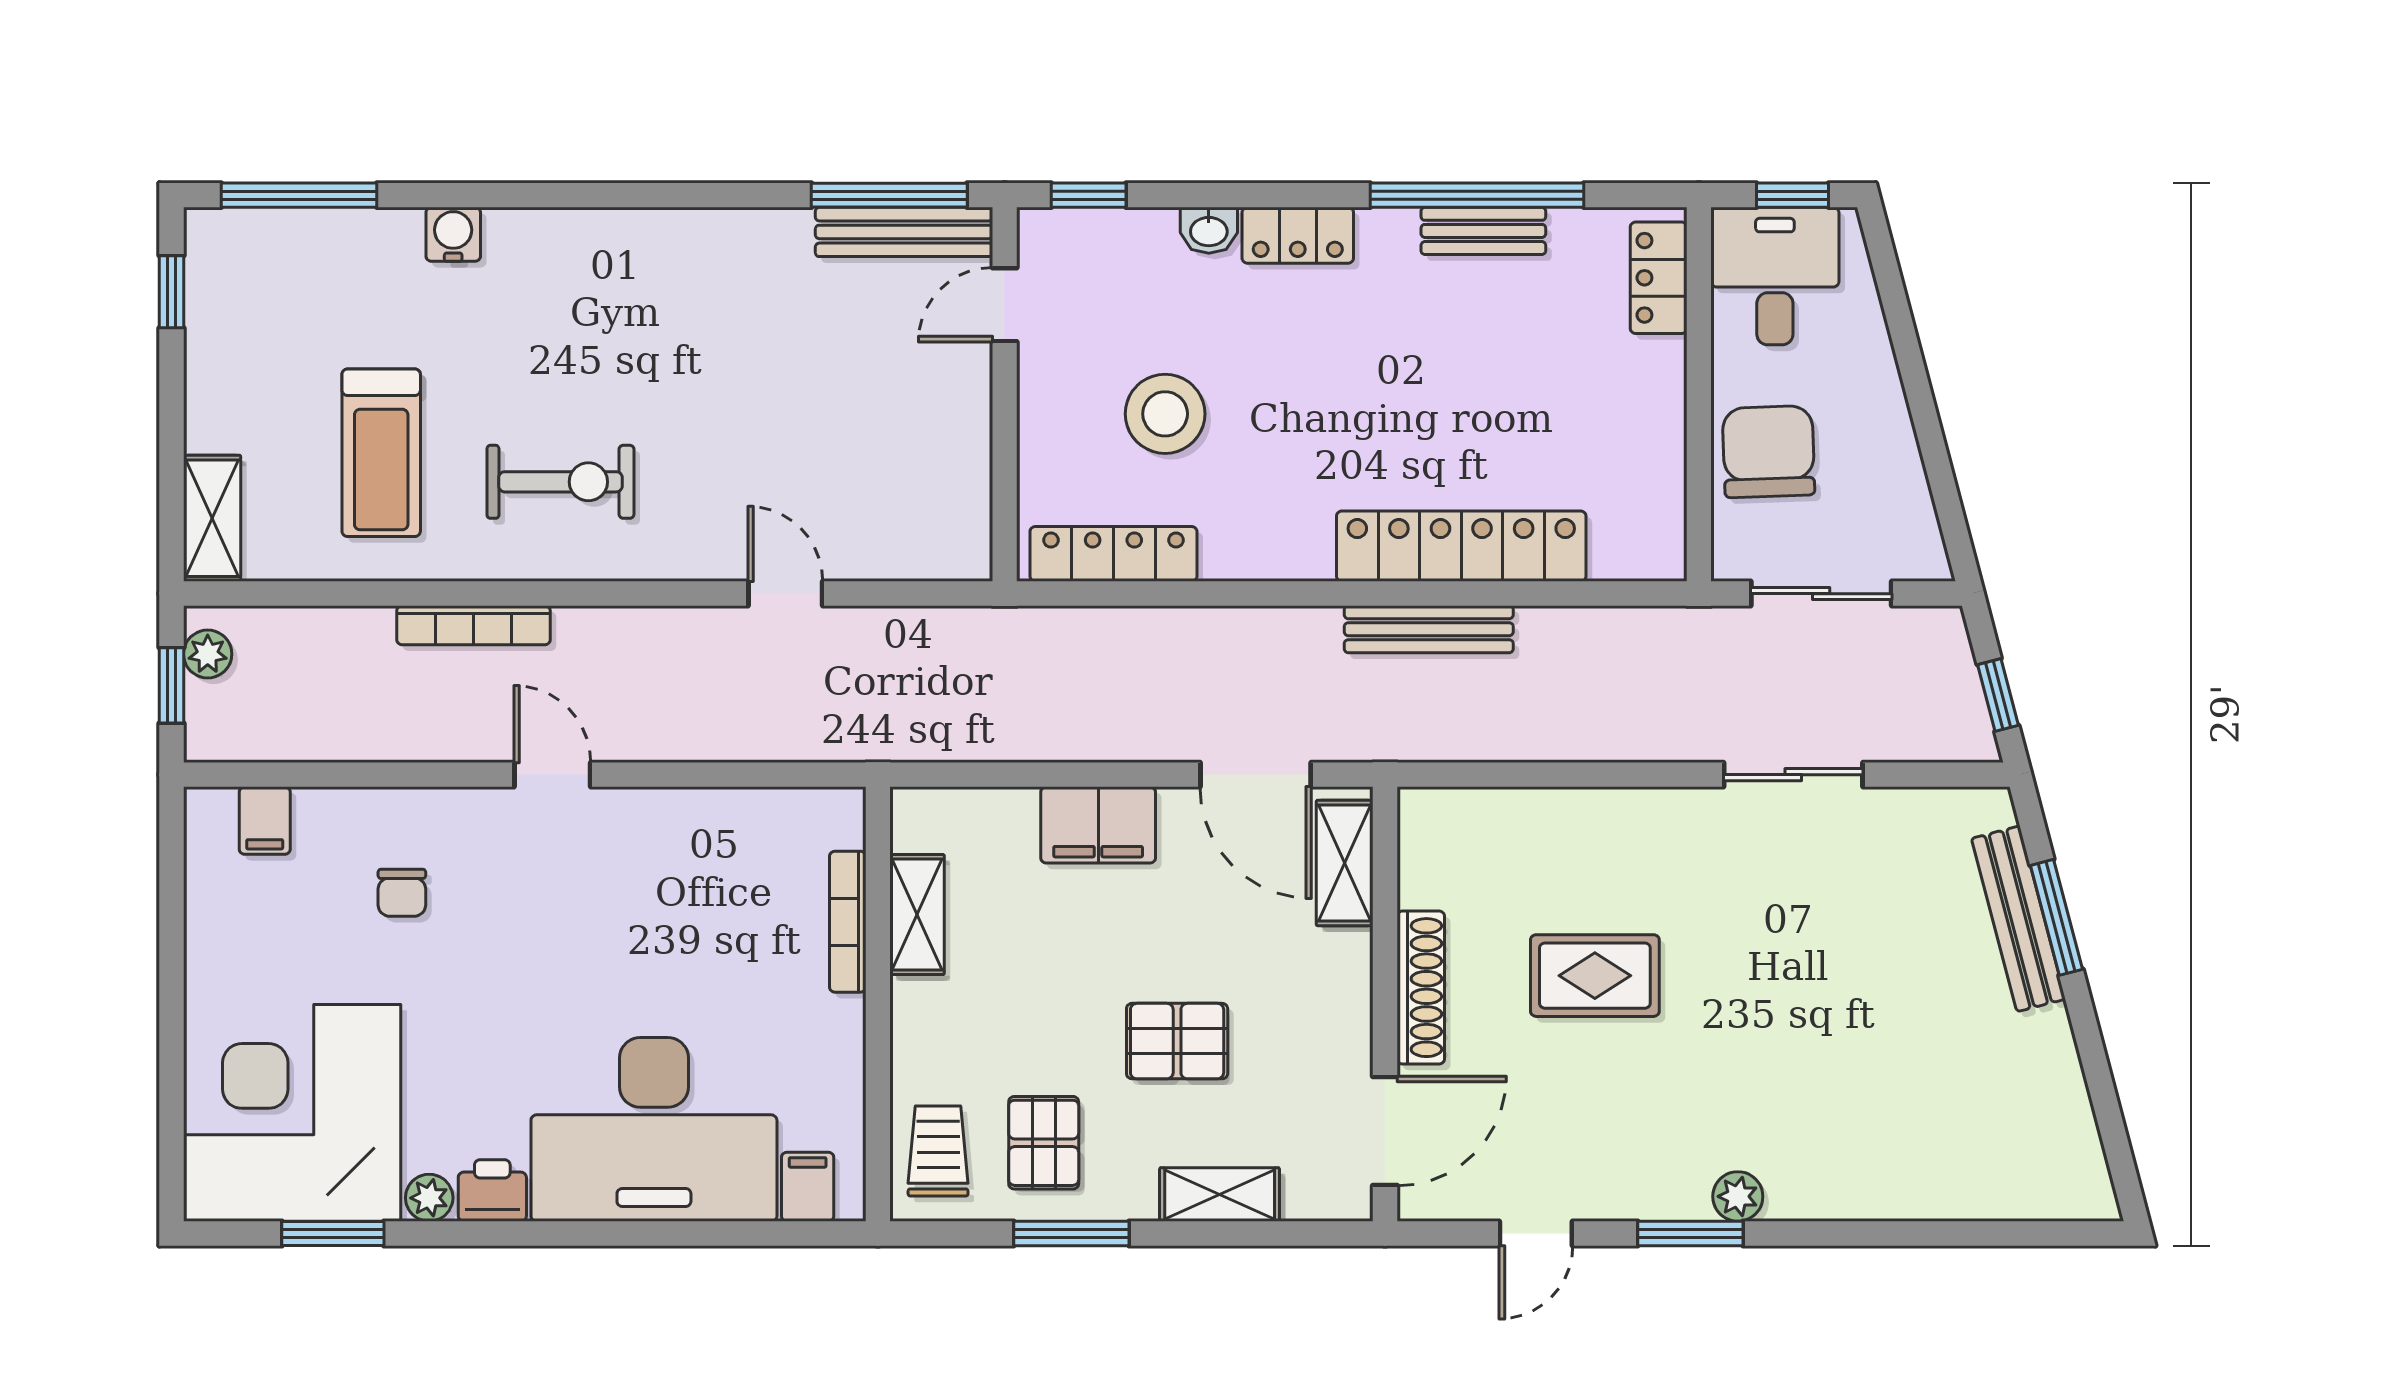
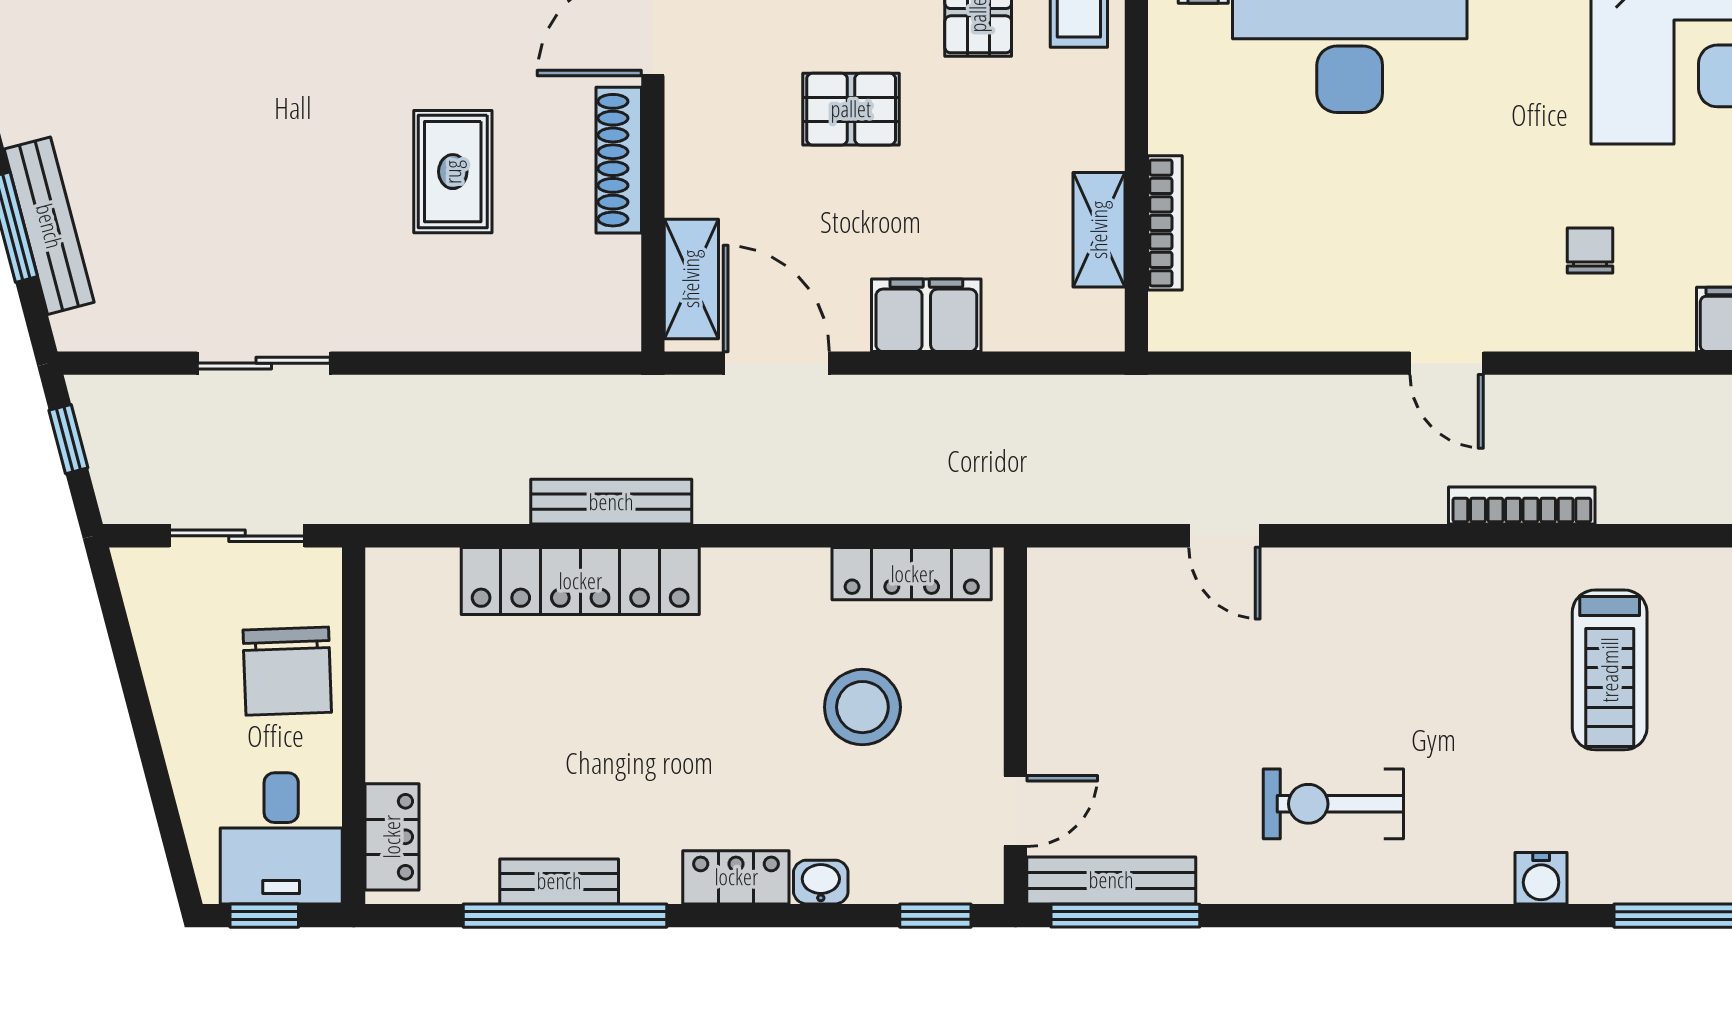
treadmill: (381, 453) -> (1610, 670), turned 180
exercise bike: (560, 482) -> (1333, 804), moved
rug: (1595, 976) -> (453, 172), turned 90

